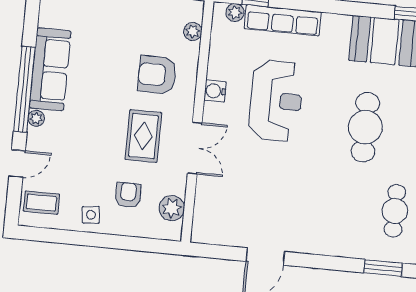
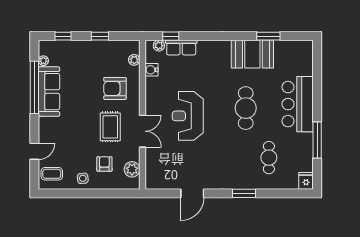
row of seats: (283, 20) -> (181, 48), width x0.68
window: (24, 89) -> (34, 87), moved
water cooler: (215, 91) -> (151, 70), moved
reception desk: (276, 101) -> (188, 116), moved, turned 180
plant: (36, 118) -> (43, 61), moved
window: (383, 268) -> (244, 193), moved

